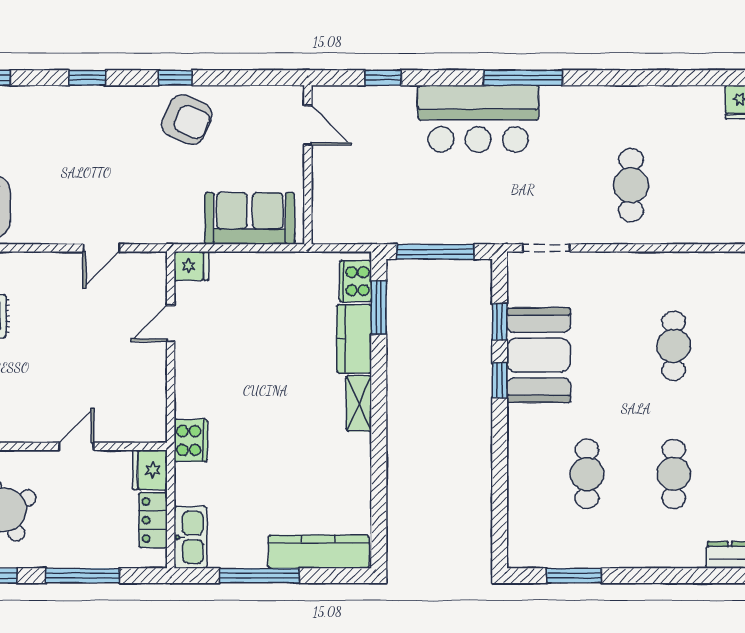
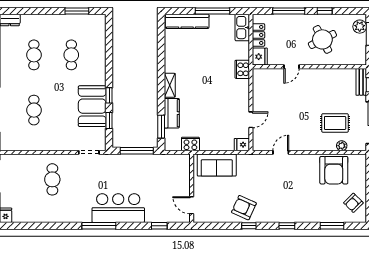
cooker: (356, 281) -> (190, 144), moved, turned -90

